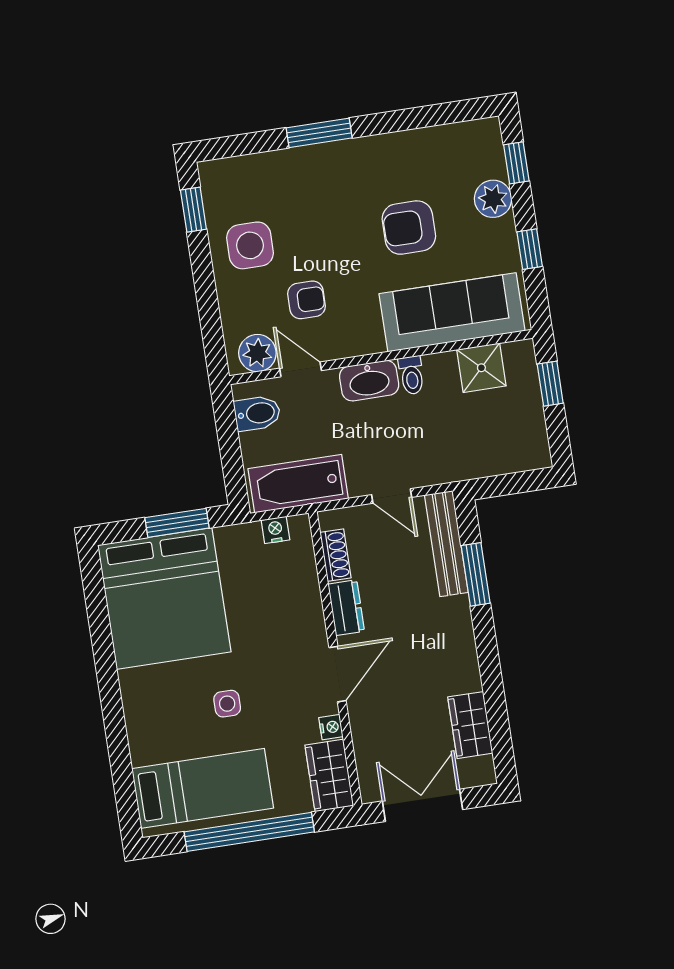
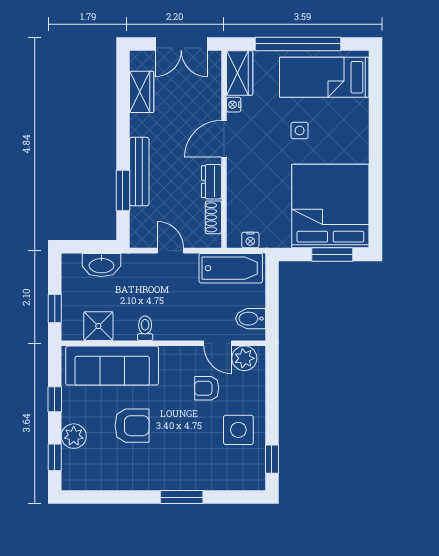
washbasin: (369, 381) -> (101, 265), moved, turned 180
window: (177, 523) -> (332, 255), moved
bench: (446, 544) -> (139, 172), moved

